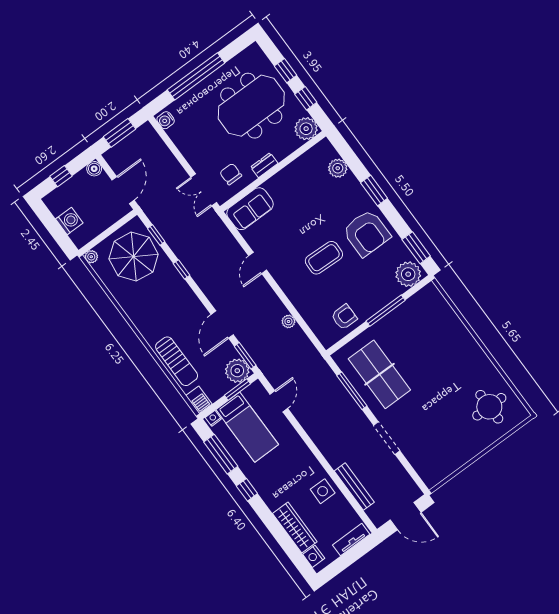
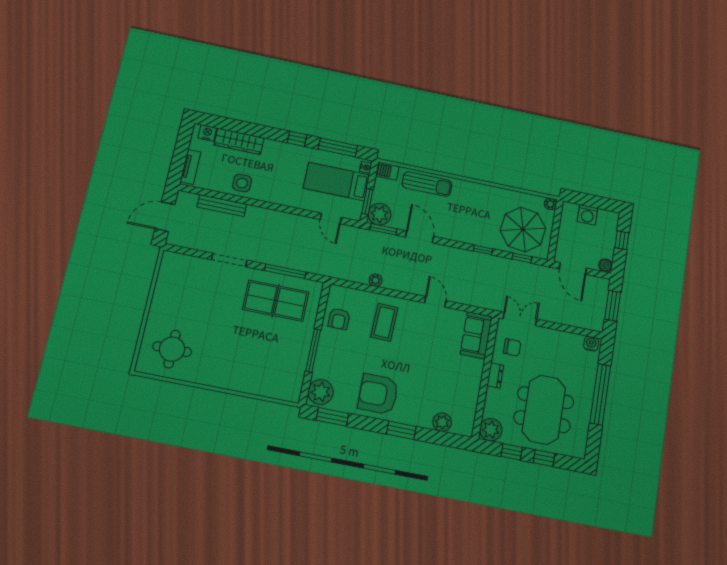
coffee table: (324, 258) -> (384, 322), moved
sun lounger: (177, 361) -> (427, 184), turned 180

